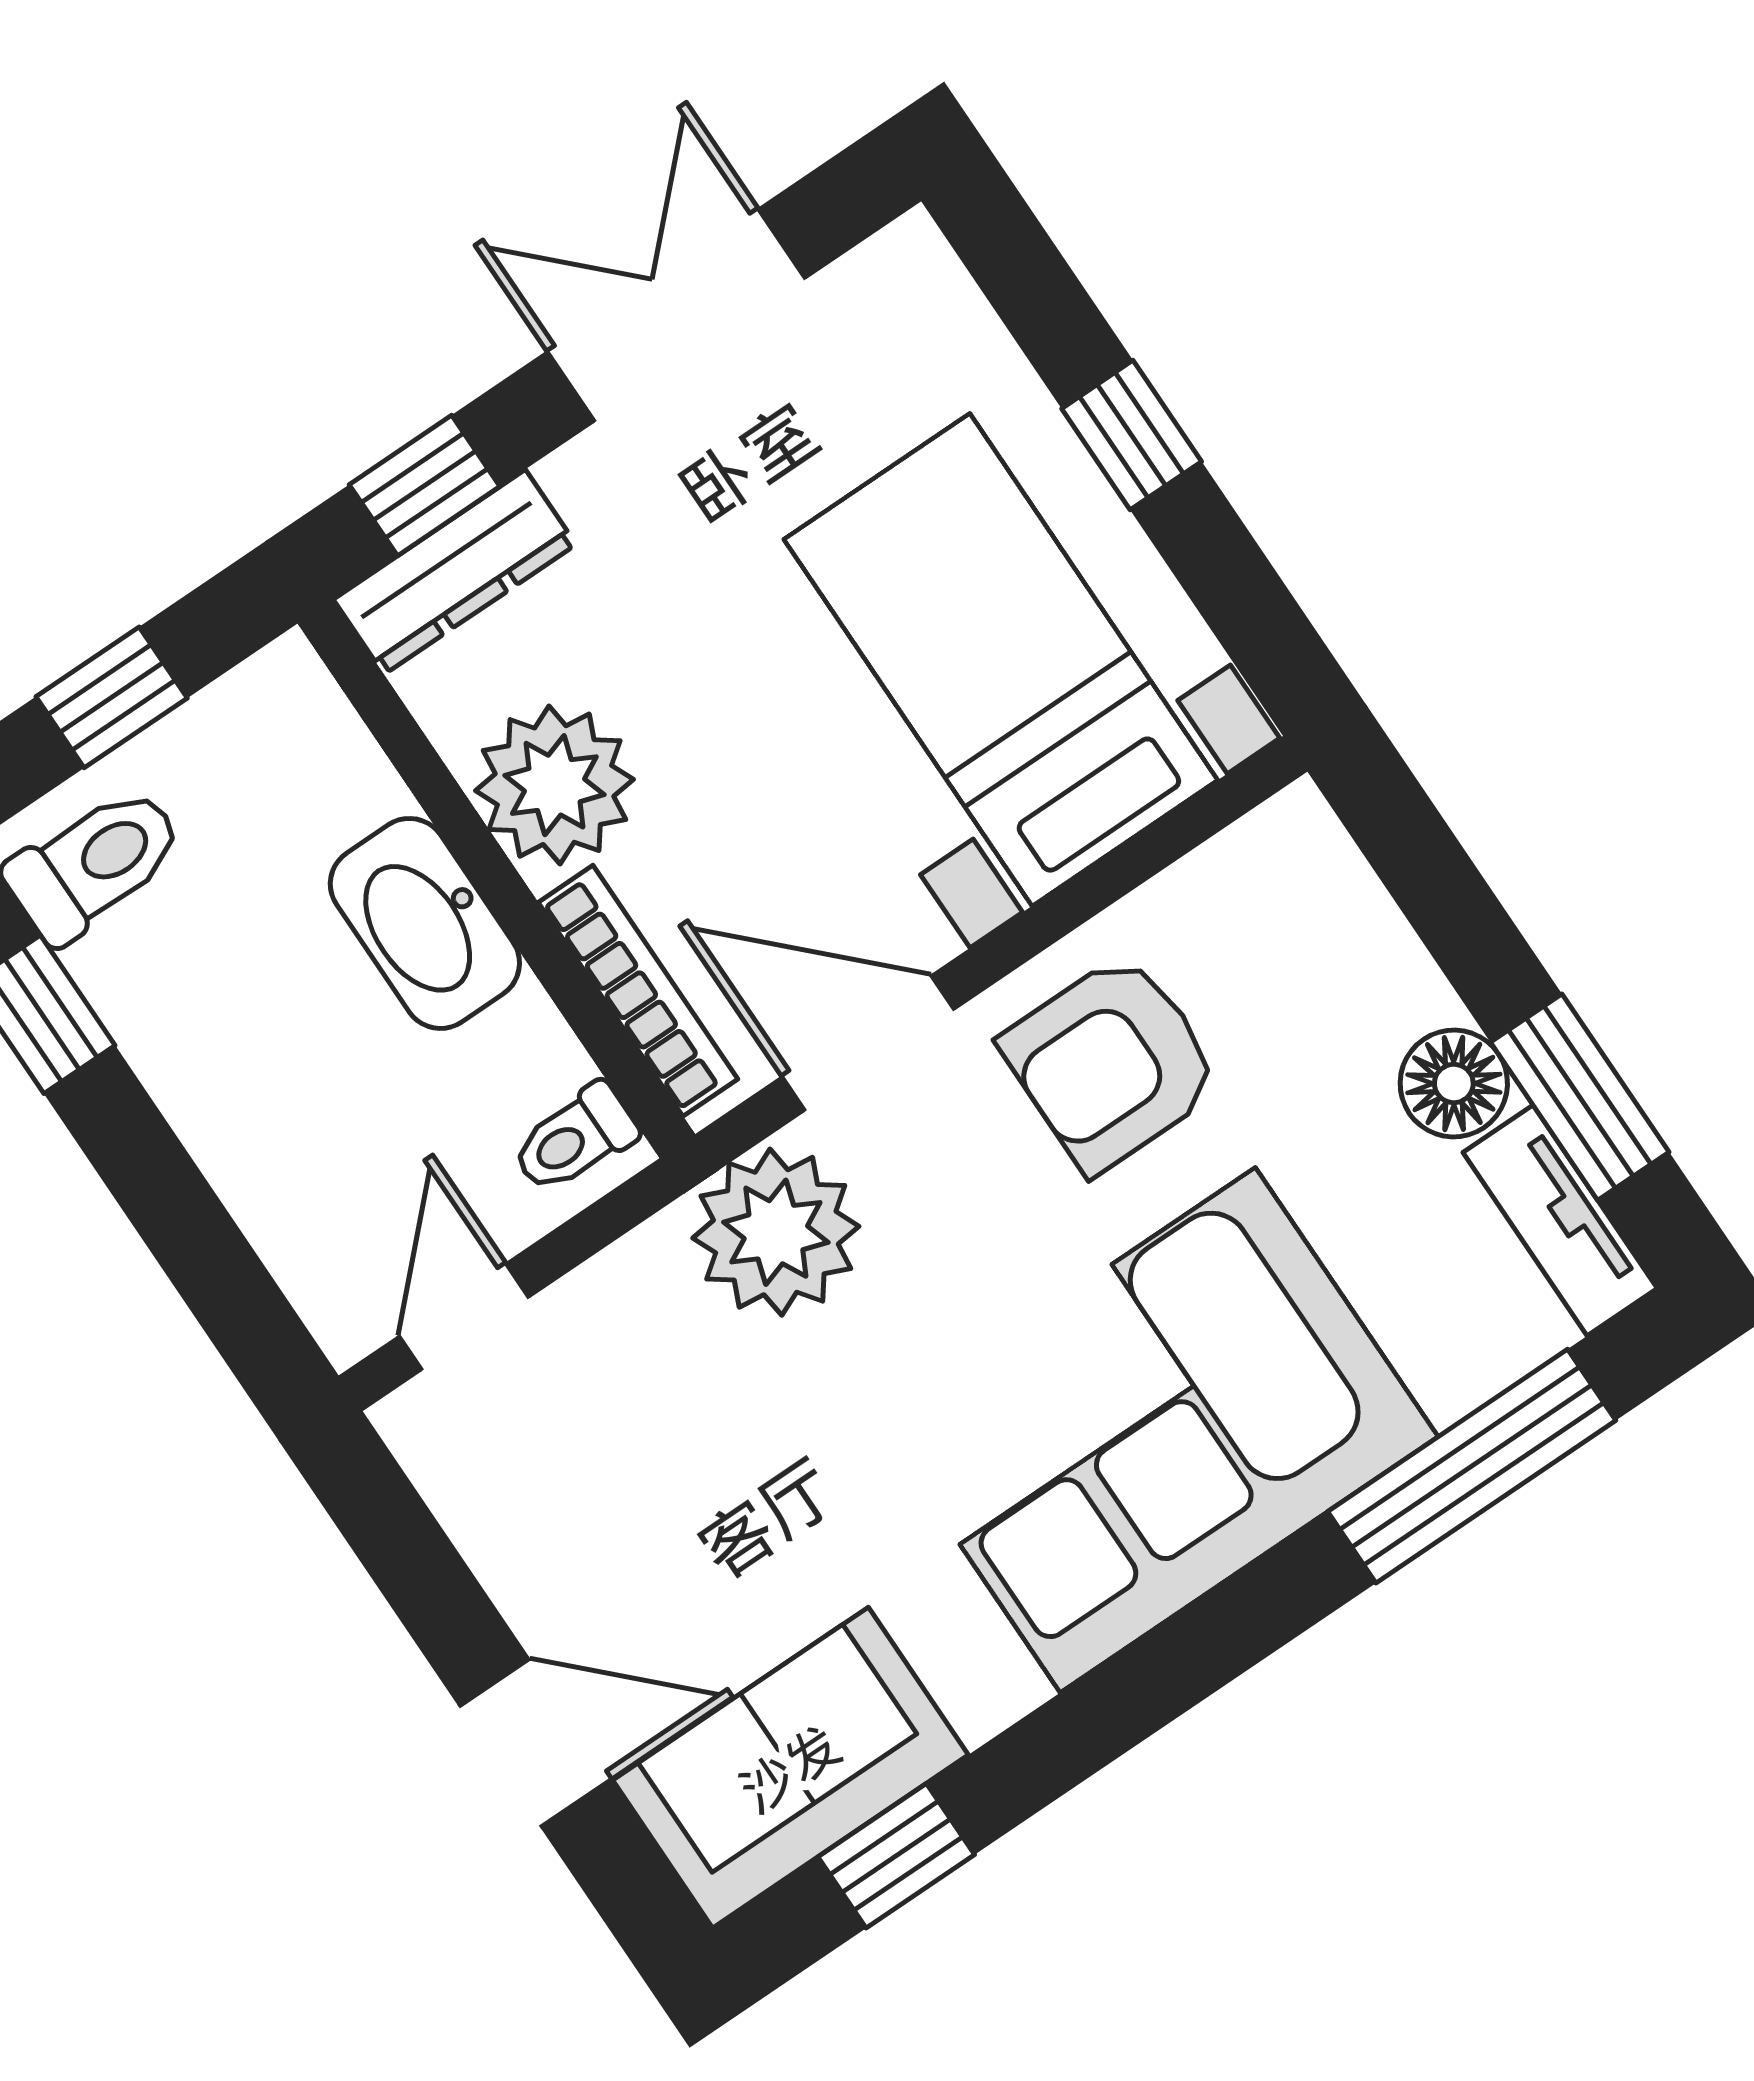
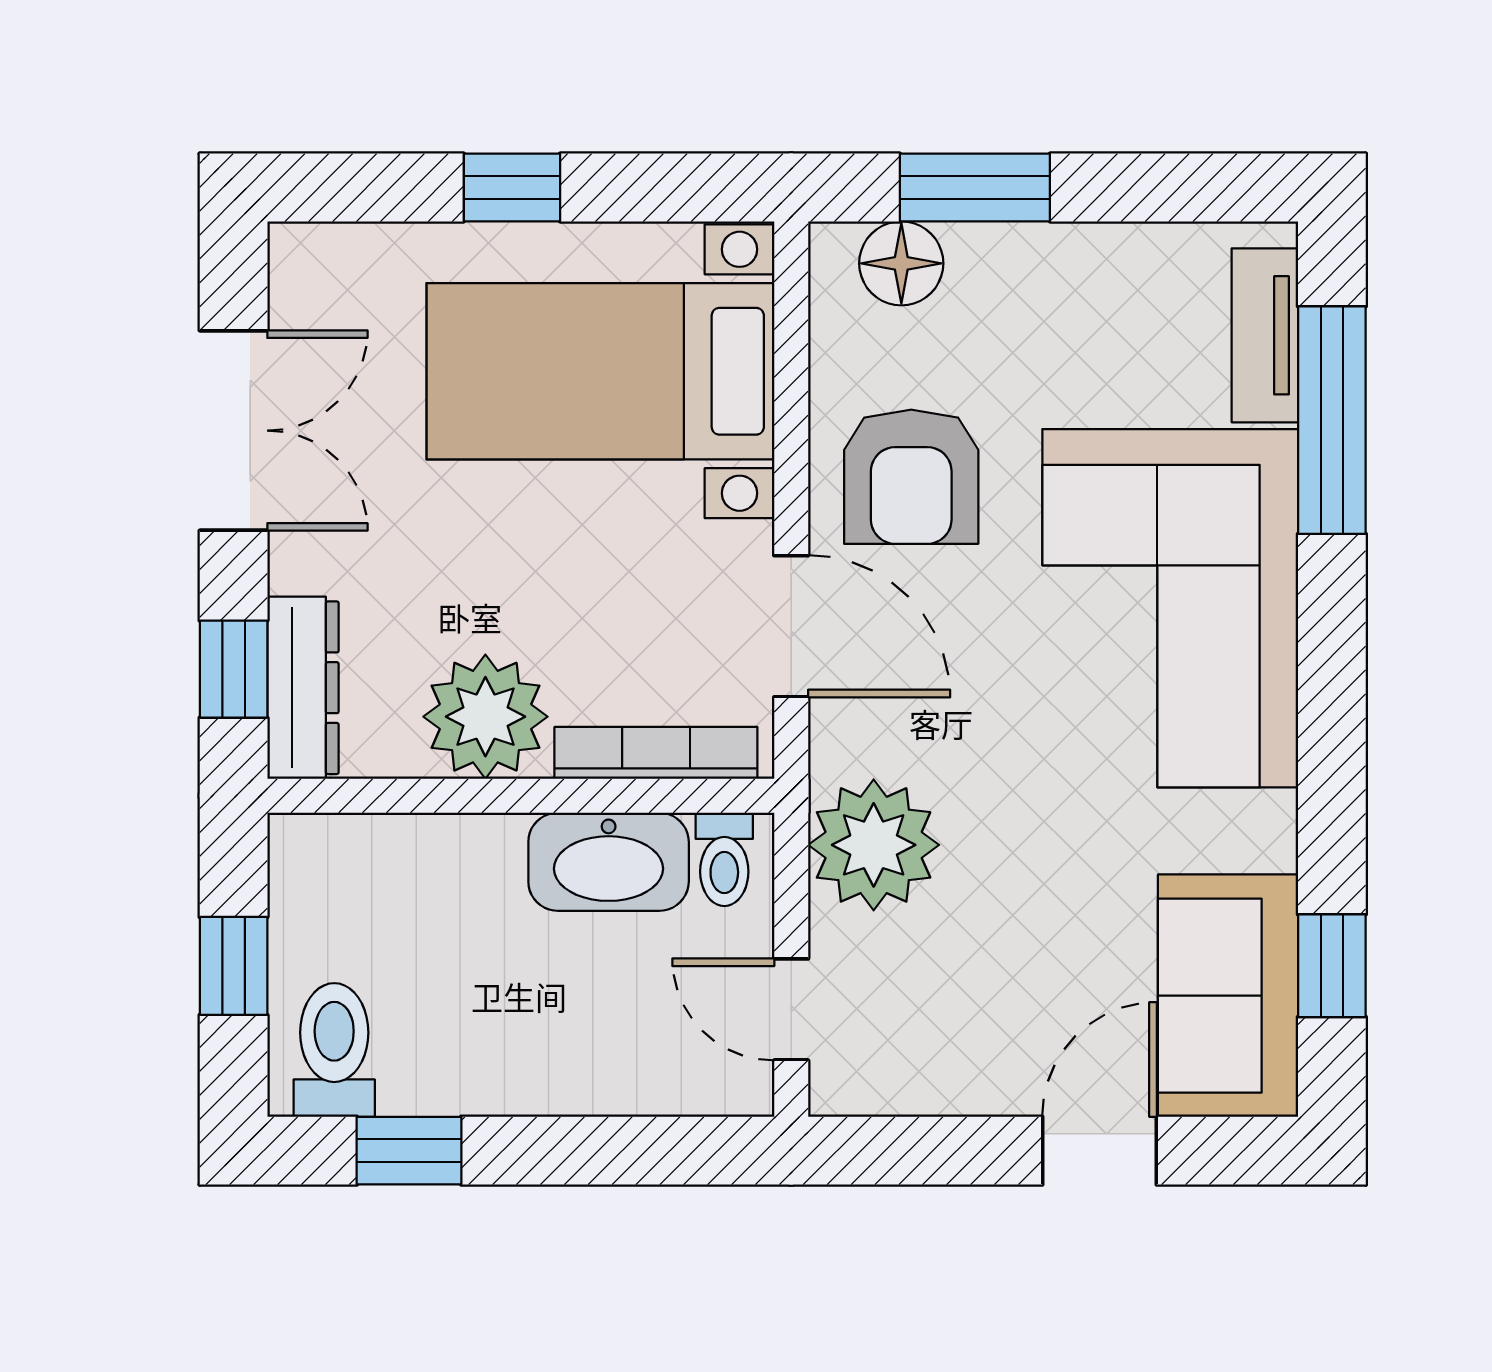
double door: (676, 315) -> (234, 431), swing flipped
washbasin: (425, 923) -> (609, 862), moved
door: (868, 1043) -> (791, 626), swing flipped
floor lamp: (1454, 1083) -> (901, 263), moved
window: (1580, 1097) -> (975, 187), moved
tv unit: (1560, 1220) -> (1265, 335), moved, turned 90
plant: (776, 1232) -> (874, 845), moved

